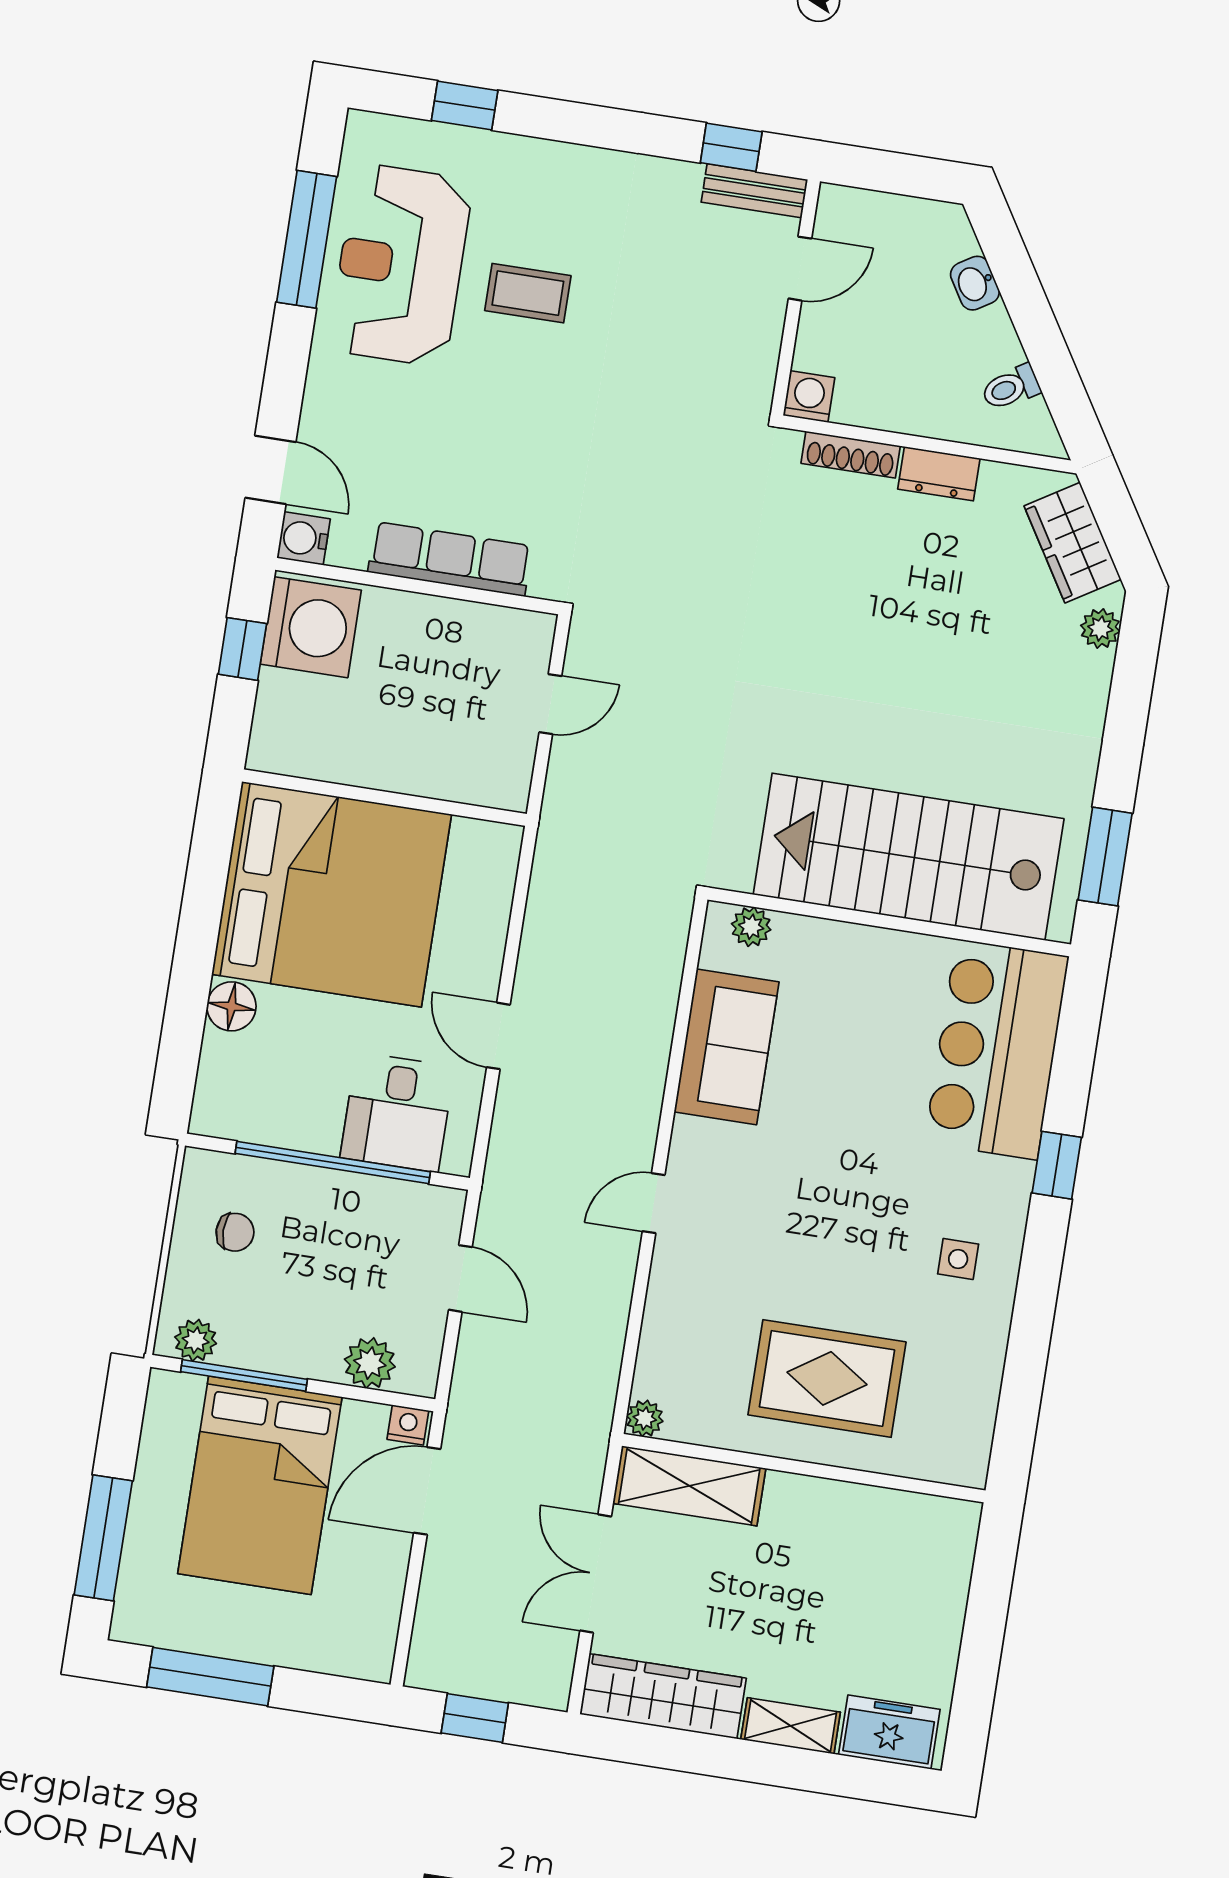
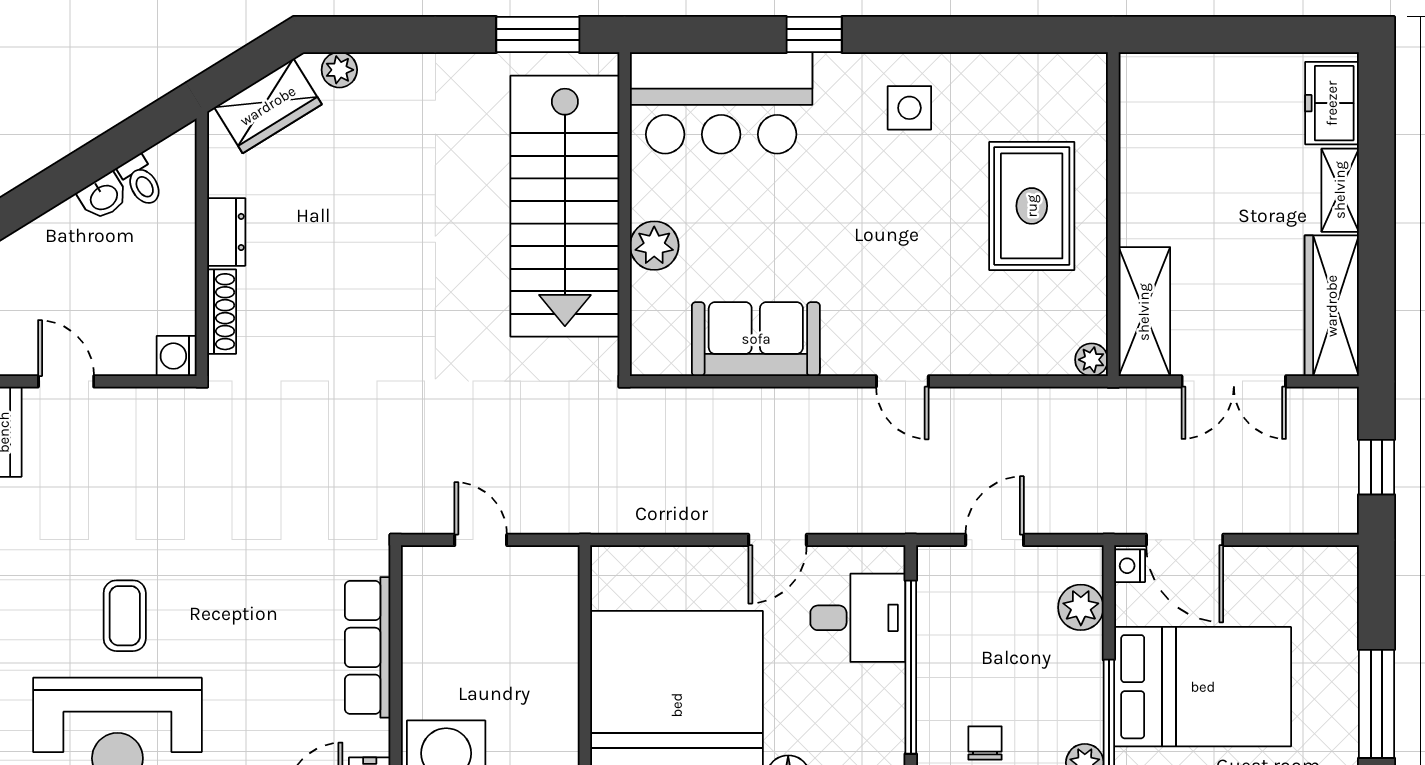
washbasin: (975, 283) -> (103, 197), moved
plant: (751, 927) -> (654, 246), moved, width x1.38, depth x1.38
side table: (958, 1259) -> (909, 108), width x1.37, depth x1.37

